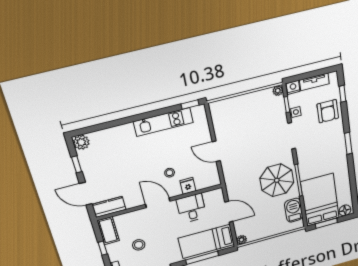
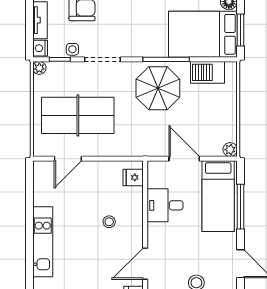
window: (190, 105) -> (29, 178), removed
kitchen unit: (163, 122) -> (43, 242), moved
table tennis table: (246, 129) -> (78, 115), added
door: (216, 151) -> (68, 159), moved
fridge: (188, 186) -> (133, 177), moved
door: (158, 203) -> (145, 264), moved
door: (229, 212) -> (184, 159), hinge flipped

